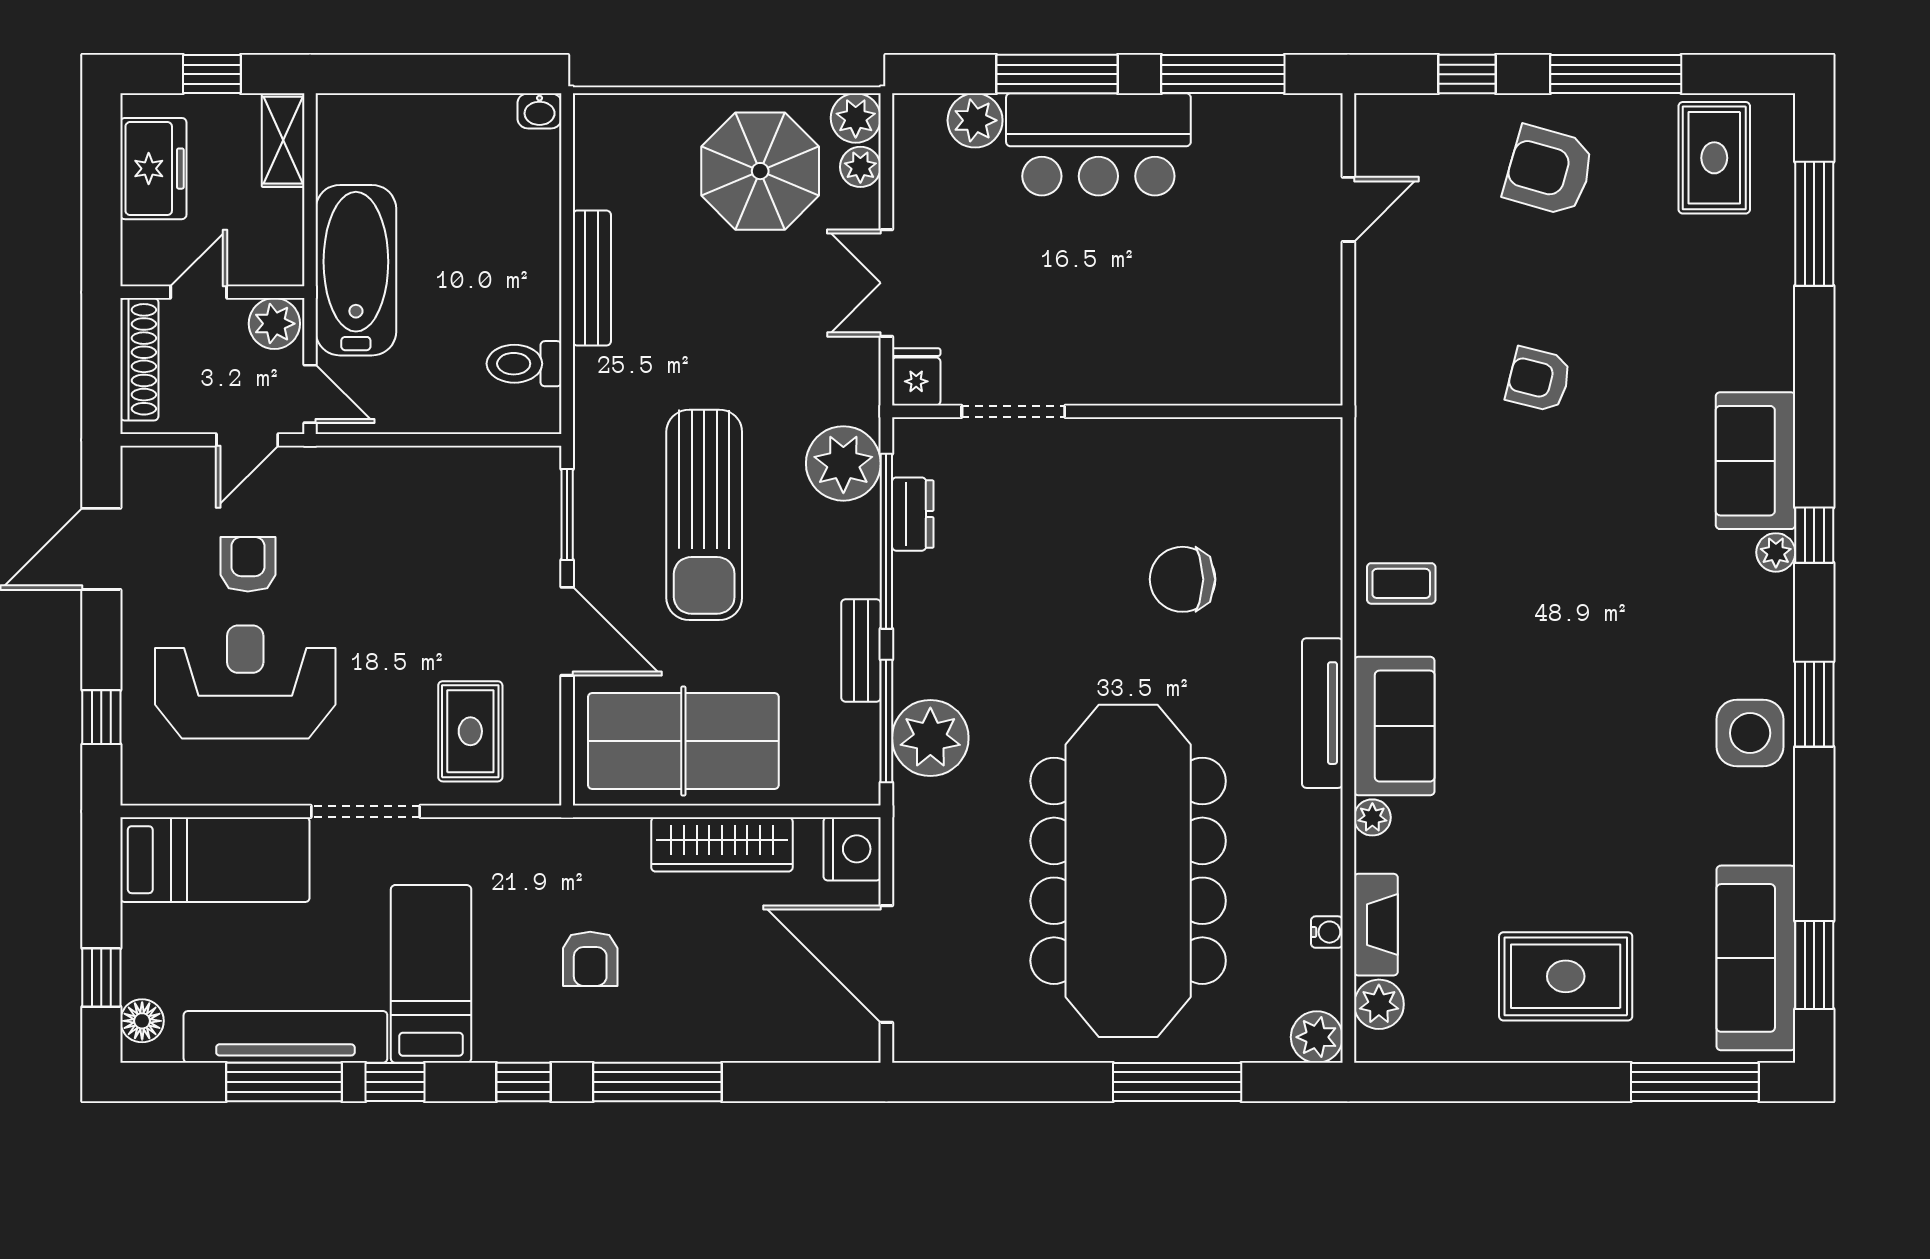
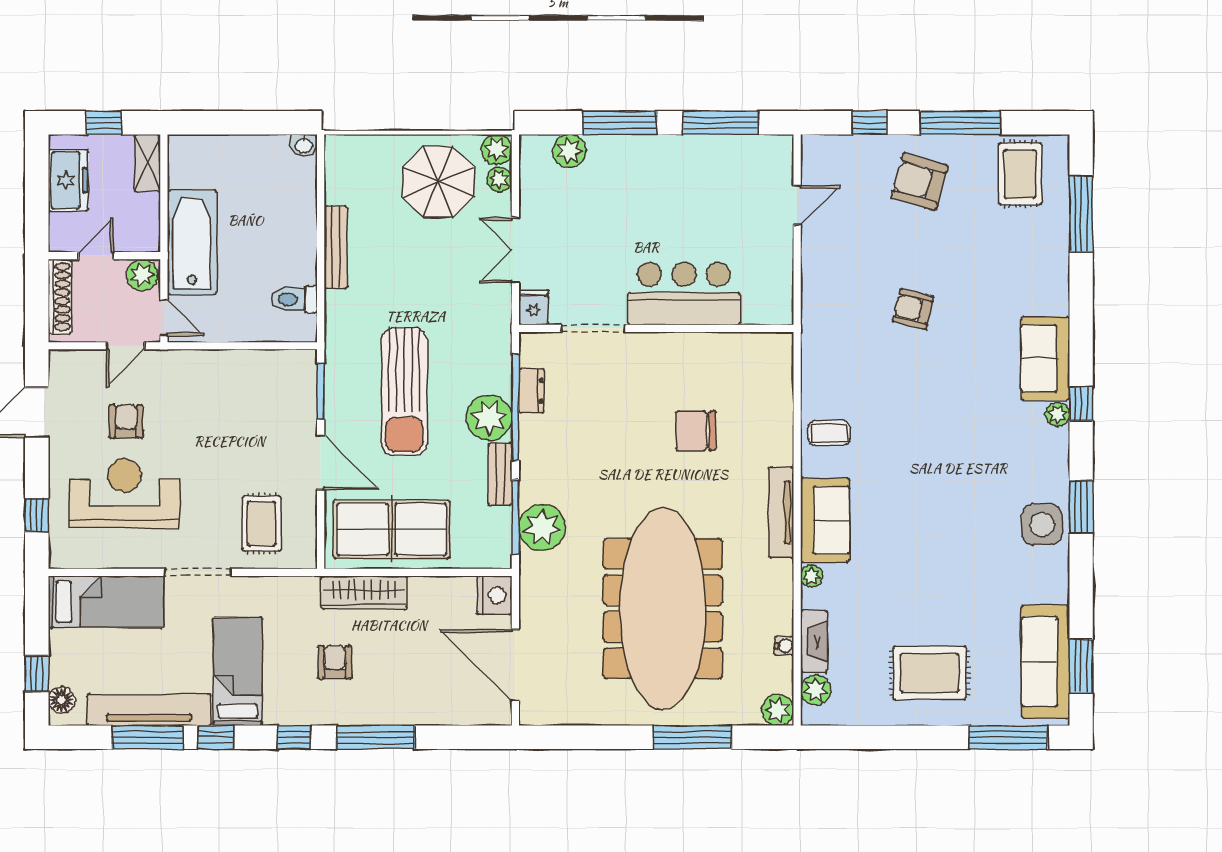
bar counter: (1098, 144) -> (684, 294), moved, turned 180
plant: (843, 463) -> (489, 418), moved
wardrobe: (722, 844) -> (364, 592), moved
armchair: (590, 959) -> (335, 662), turned 180

